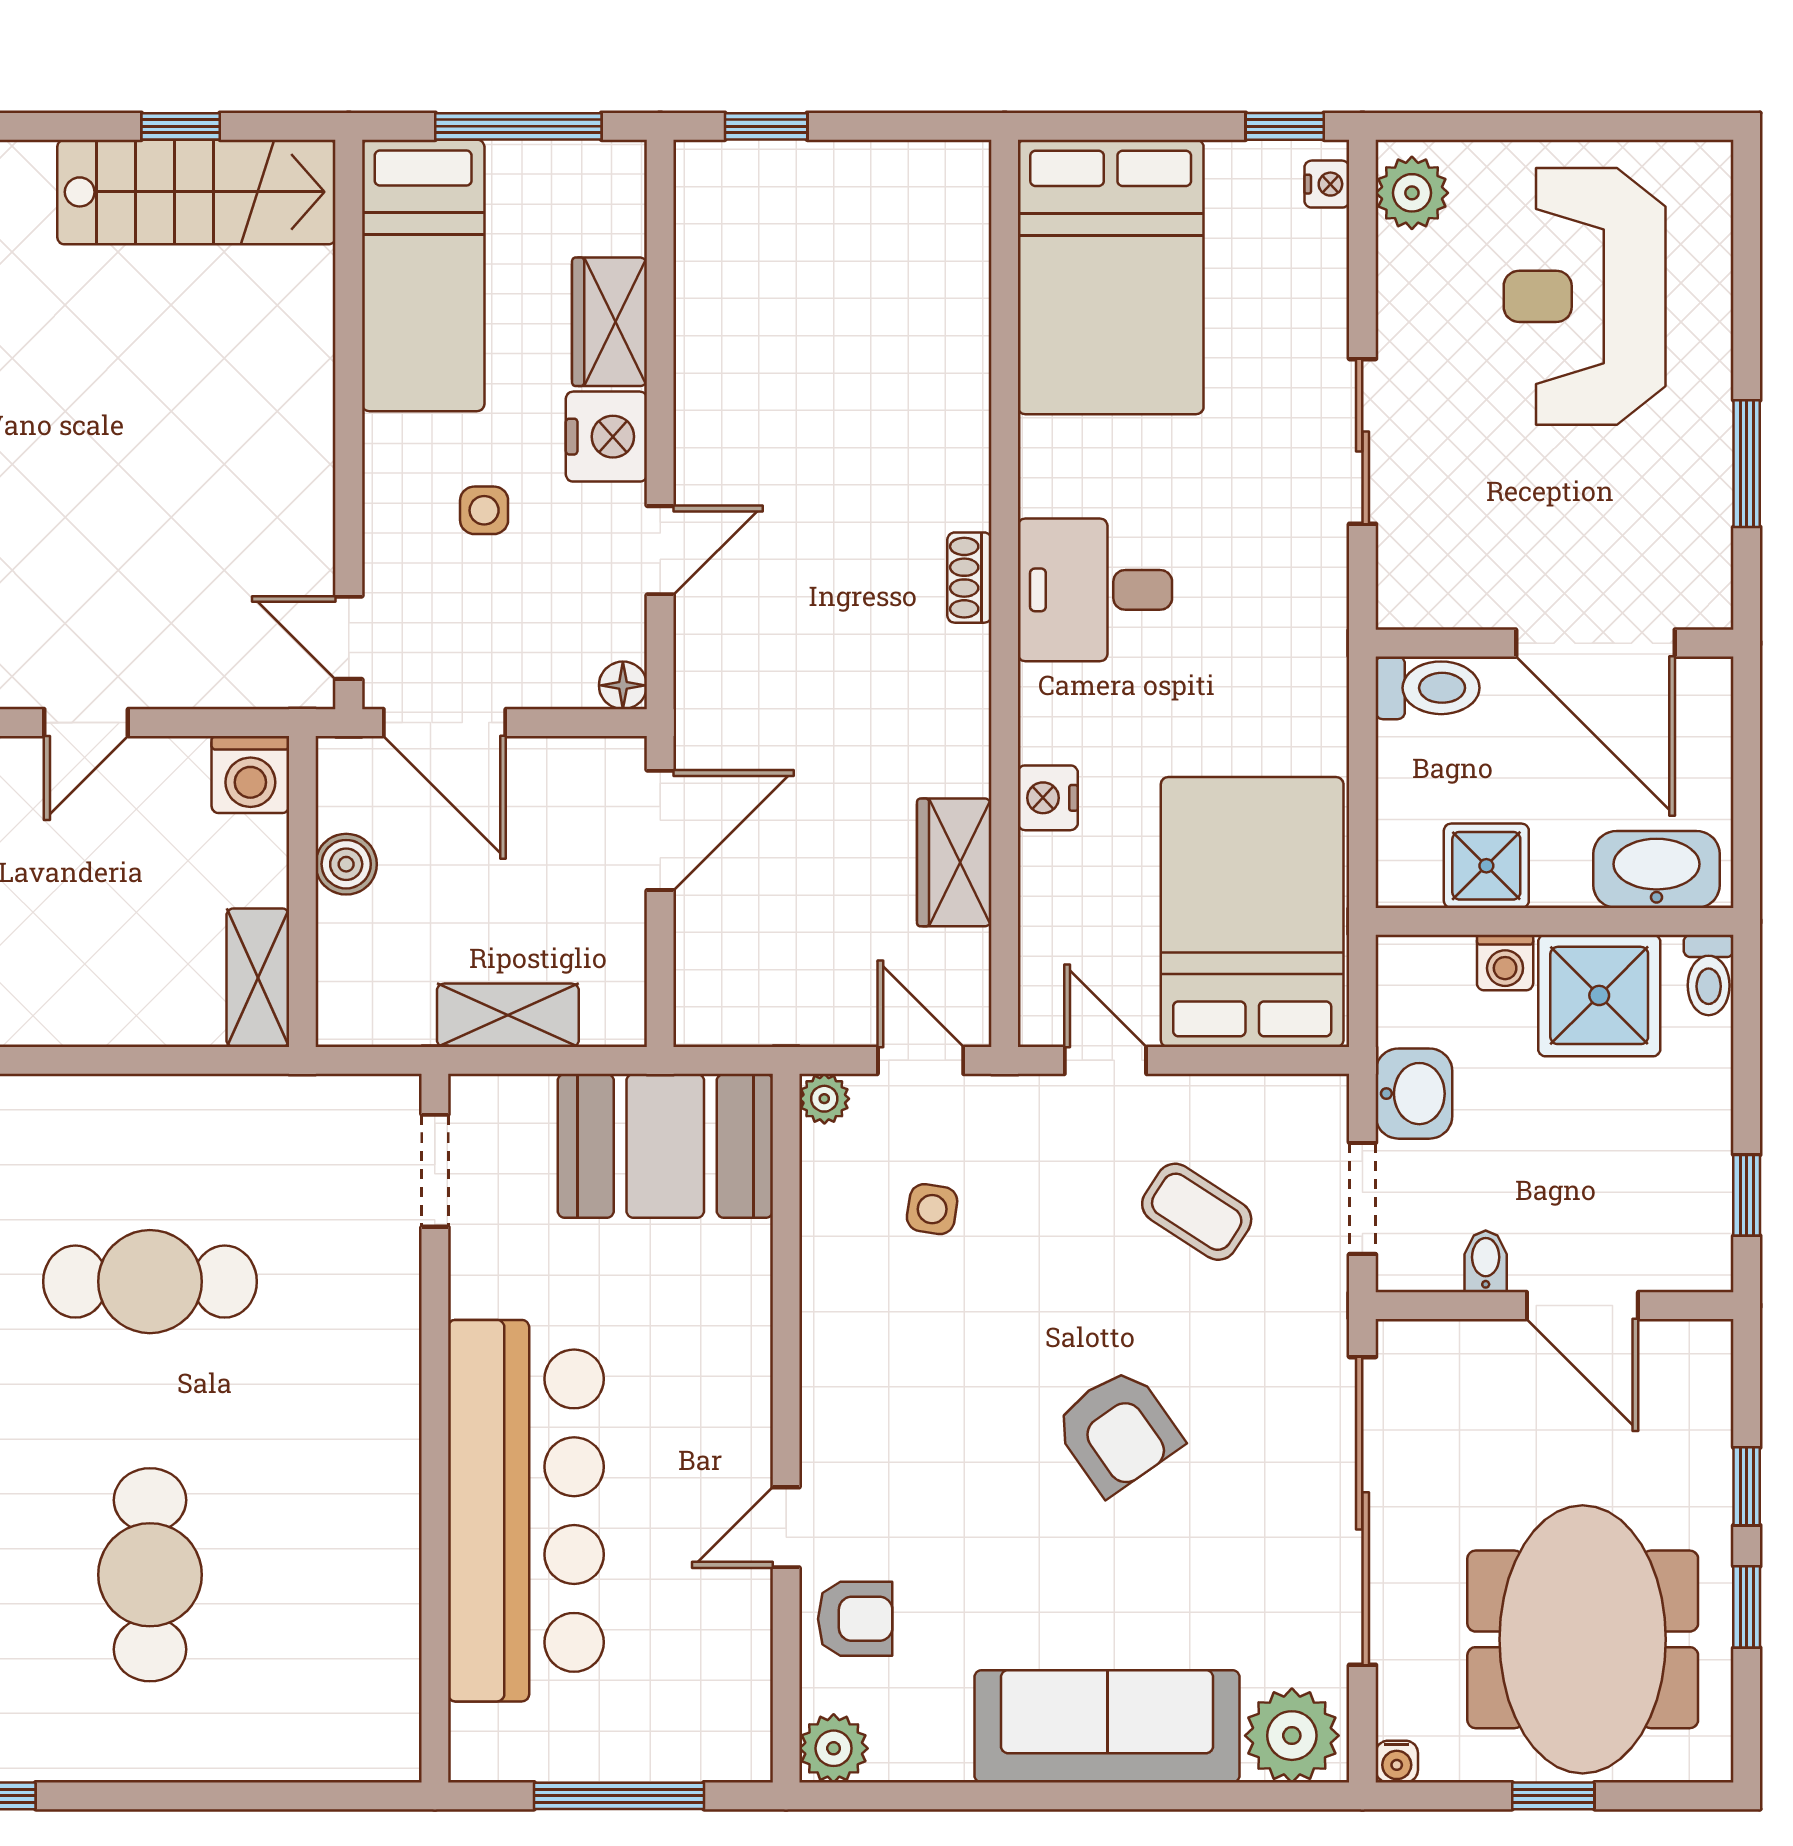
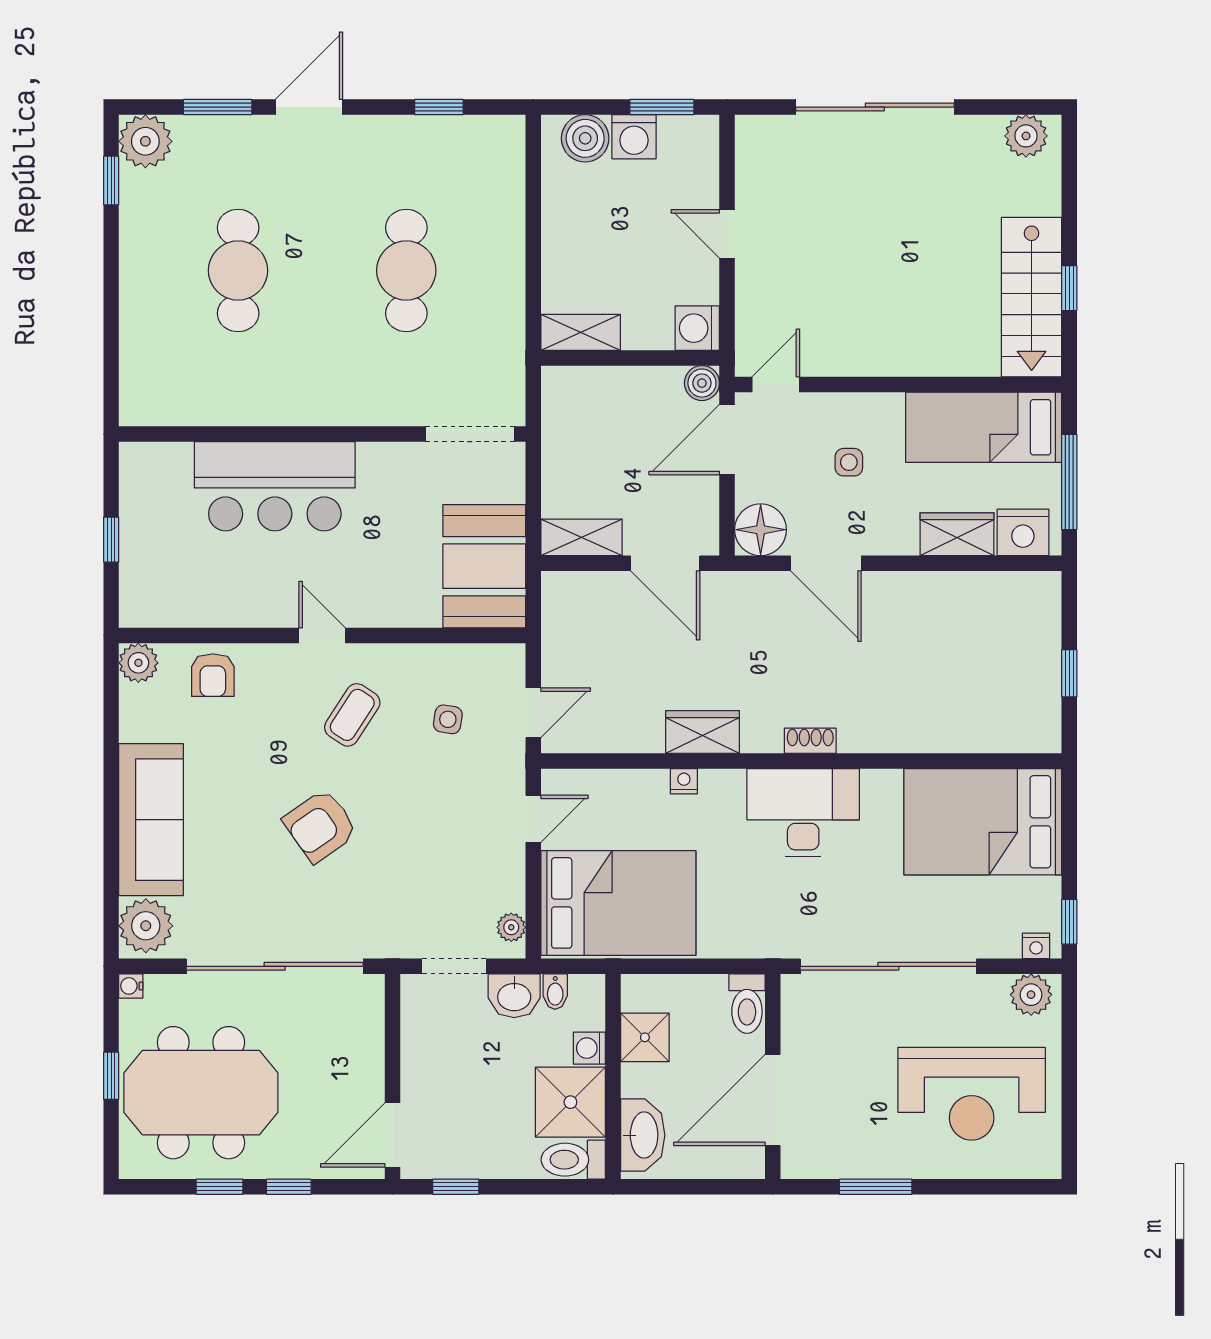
window: (766, 126) -> (1069, 673), moved
reception desk: (1585, 296) -> (972, 1094), turned 180
nightstand: (606, 437) -> (1023, 532), moved
sliding door: (1362, 441) -> (888, 966), width x1.86
door: (660, 550) -> (826, 563), width x1.38
desk: (1095, 590) -> (803, 813), width x1.37
floor lamp: (623, 685) -> (761, 530), width x1.89, depth x1.89
nightstand: (1048, 798) -> (684, 781), width x0.72, depth x0.74
wardrobe: (954, 862) -> (703, 732), moved
boiler: (346, 864) -> (702, 383), moved
toilet: (1709, 975) -> (573, 1160), width x1.37, depth x1.39
shelving: (508, 1015) -> (581, 537), moved, turned 90
plant: (824, 1099) -> (511, 927), moved
doorway: (435, 1171) -> (470, 434), width x1.38
coffee table: (1197, 1212) -> (352, 715), moved
bidet: (1486, 1261) -> (555, 992), moved, turned 90
door: (1582, 1306) -> (392, 1135), moved
bar counter: (526, 1511) -> (275, 486), width x0.73
door: (786, 1527) -> (322, 635), moved
cafe table: (150, 1575) -> (238, 271), turned 90
window: (619, 1796) -> (111, 540), width x0.46

